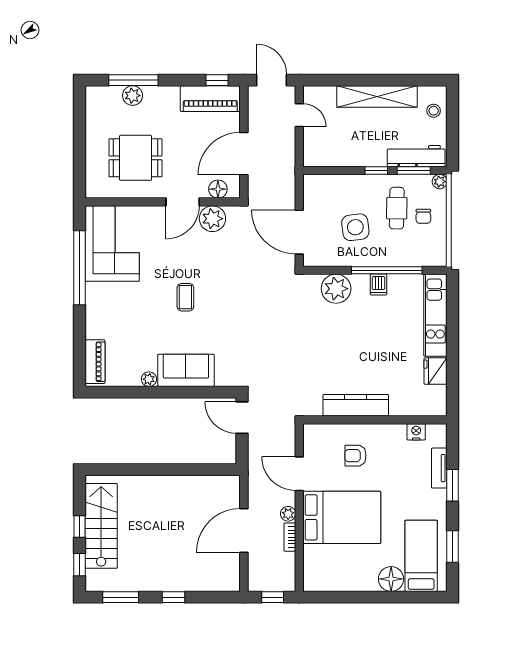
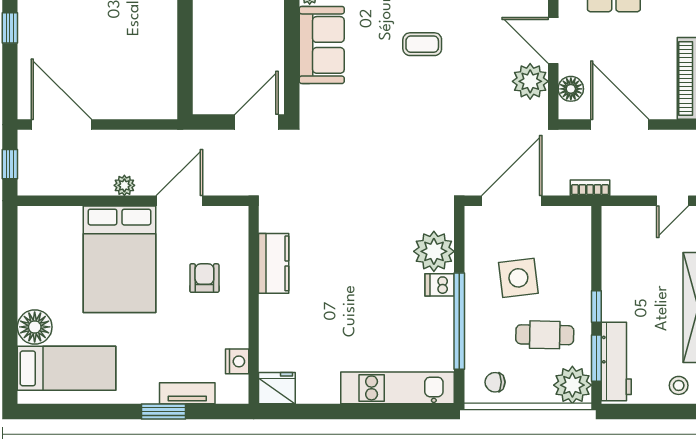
plant: (440, 182) -> (572, 385), width x1.88, depth x1.88
chair: (423, 216) -> (495, 382), moved
dishwasher: (379, 284) -> (440, 285), moved
fridge: (436, 371) -> (277, 388), moved
kitchen counter: (356, 405) -> (274, 263), width x0.67
door: (244, 531) -> (61, 125), moved
bookcase: (290, 537) -> (590, 188), moved
window: (453, 547) -> (79, 411), removed

